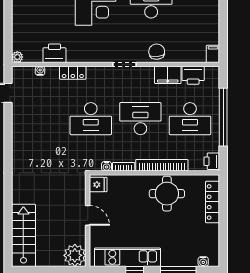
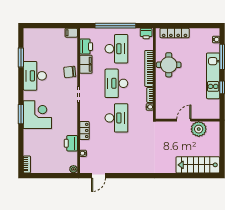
fridge: (98, 185) -> (162, 113), removed
plant: (75, 255) -> (199, 129), moved
kitchen unit: (127, 257) -> (213, 76), moved

